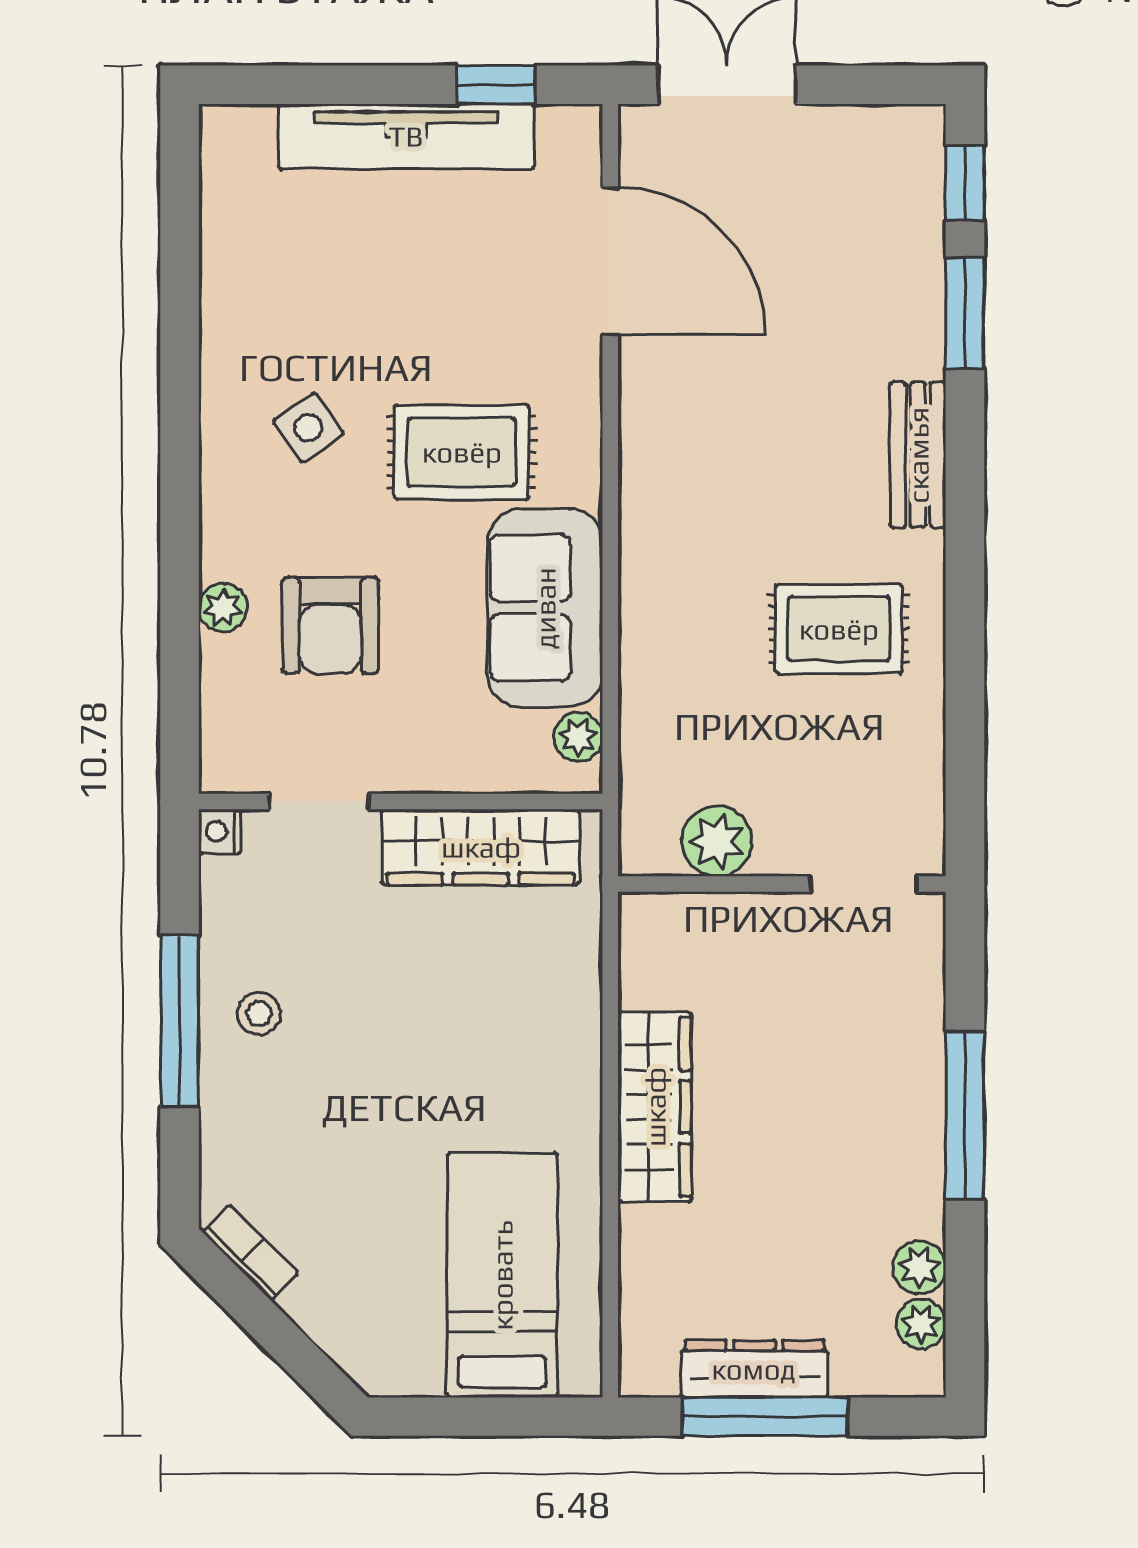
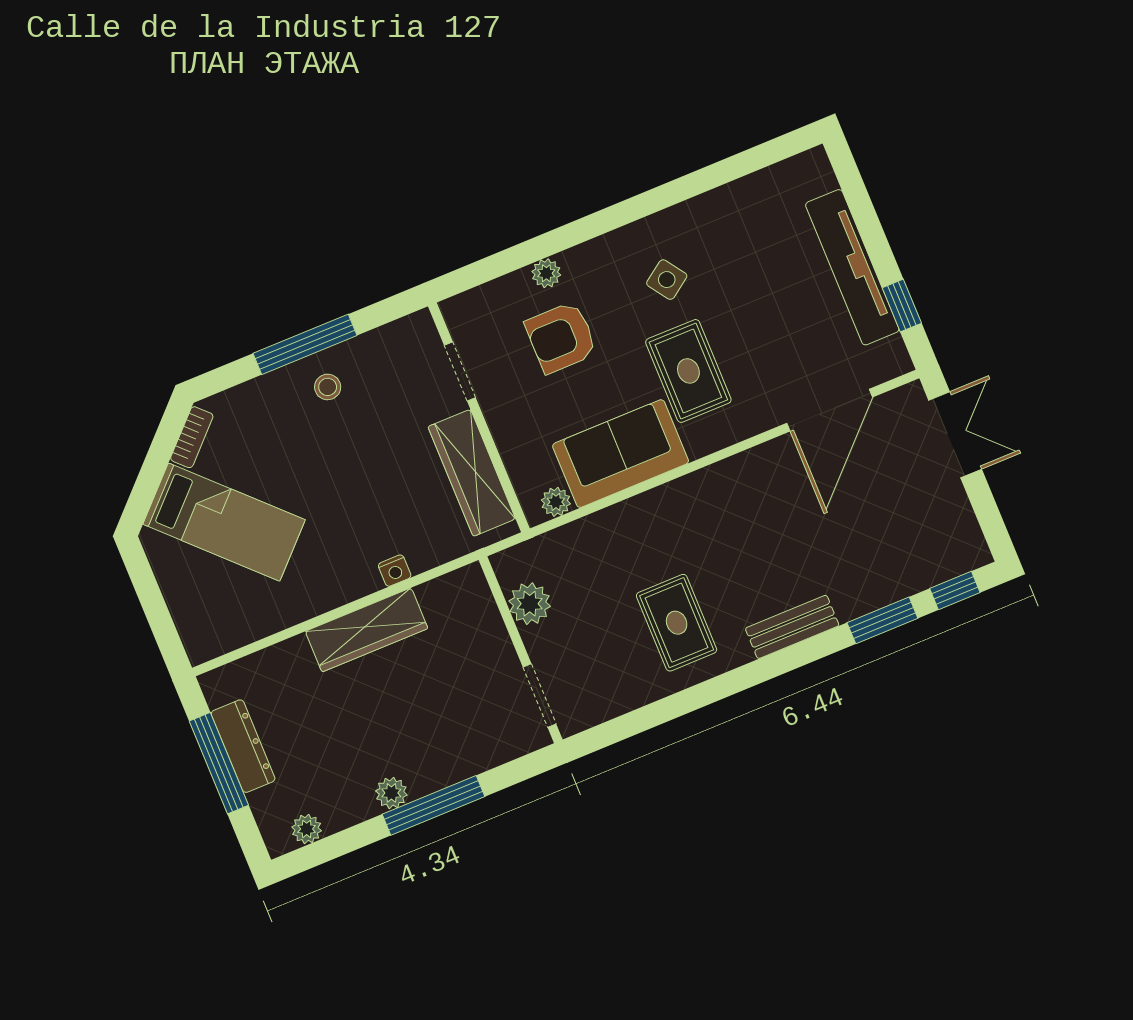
nightstand: (220, 831) -> (395, 571), moved, turned 180
plant: (919, 1267) -> (391, 793), moved
bed: (502, 1275) -> (224, 522), moved, turned 45

